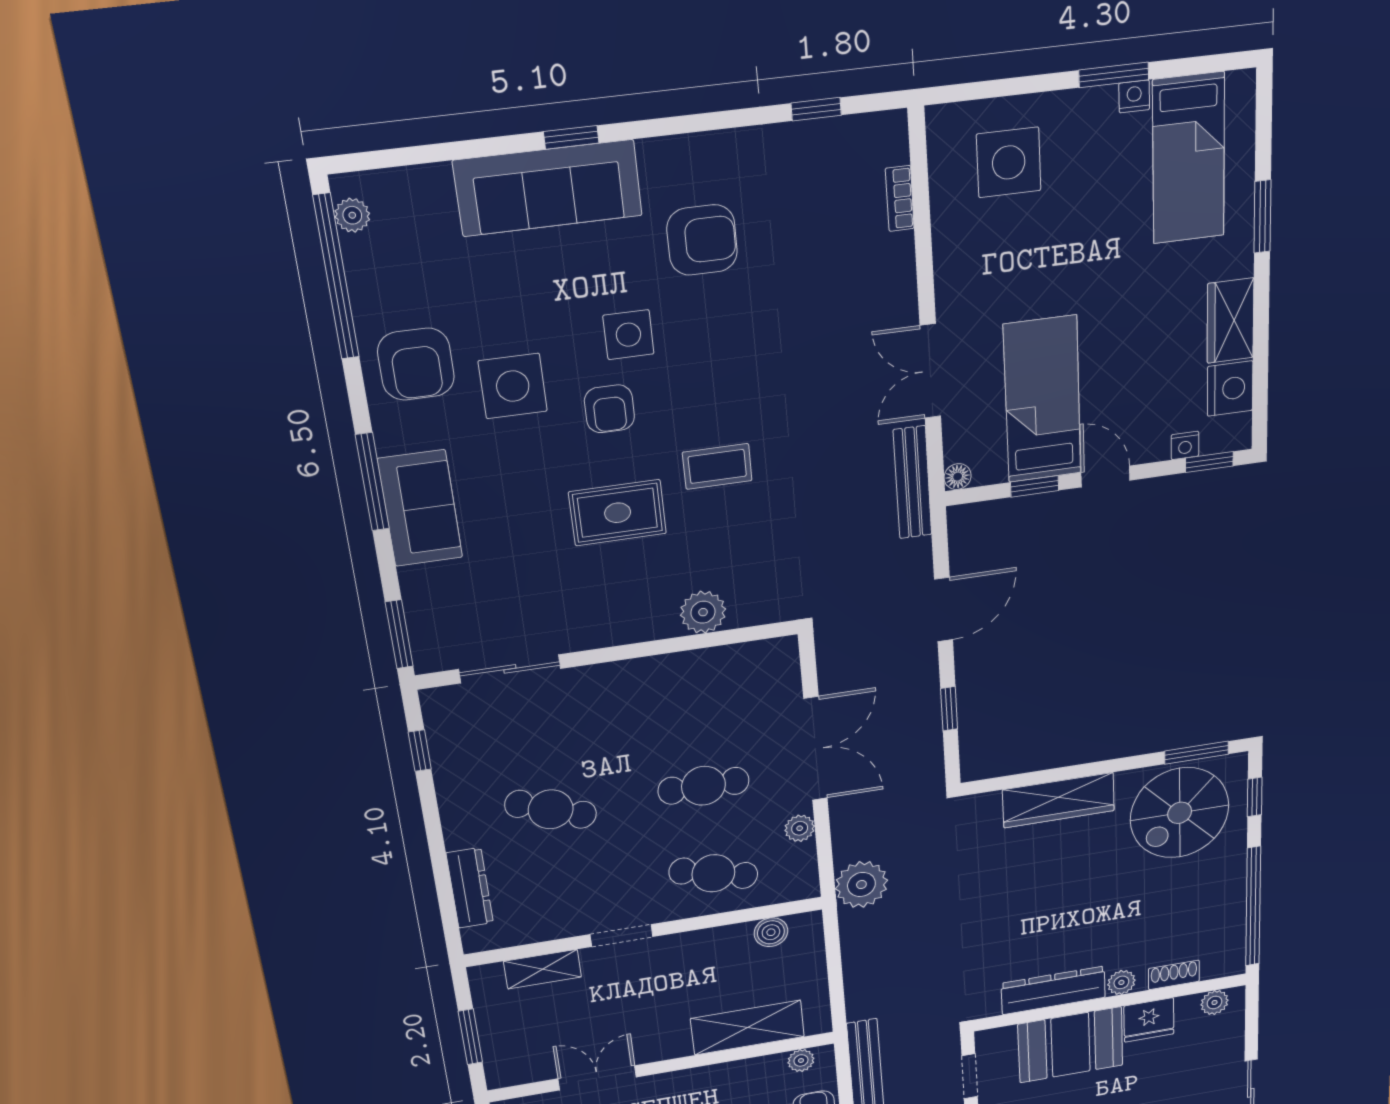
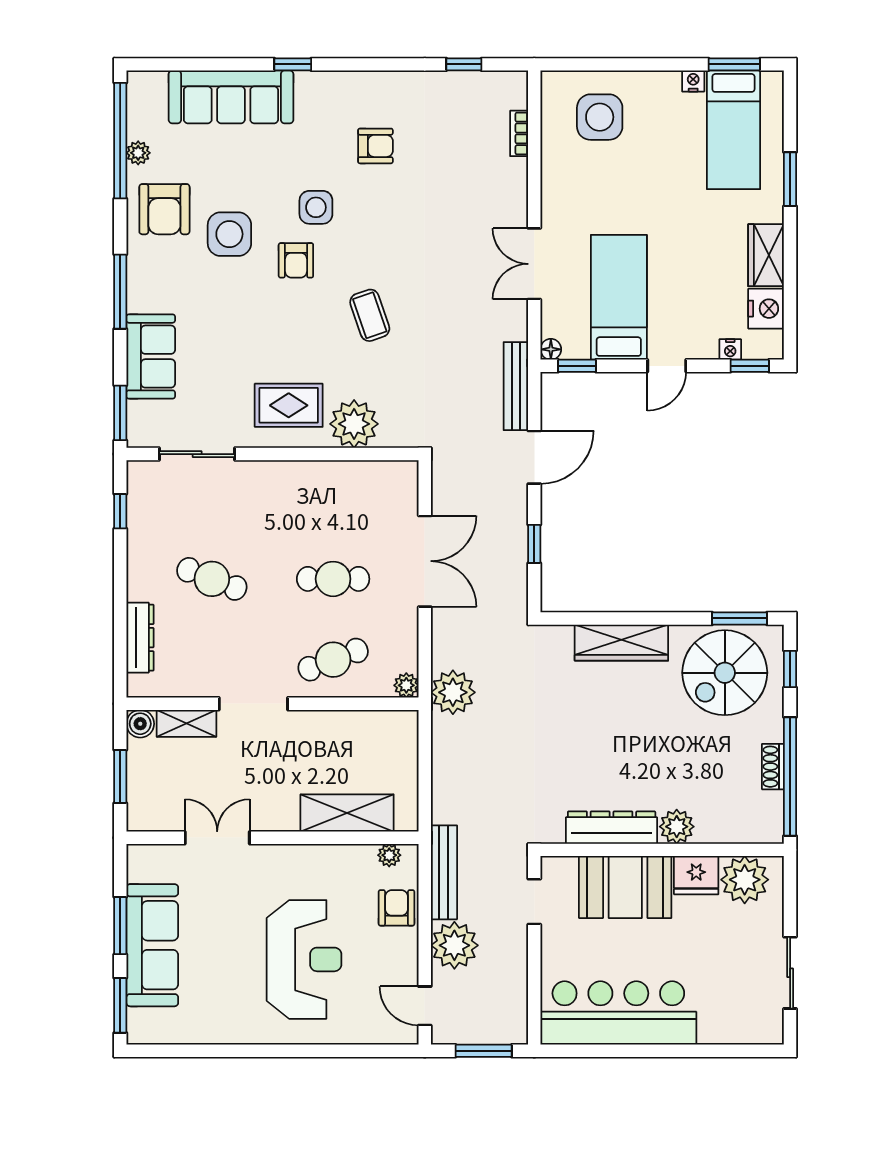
window: (1114, 75) -> (734, 64), moved
sofa: (548, 188) -> (231, 97), moved
plant: (352, 215) -> (138, 153), moved
armchair: (702, 240) -> (375, 146), width x0.72, depth x0.72
coffee table: (717, 466) -> (370, 315), turned 71
door: (1106, 476) -> (667, 366), swing flipped
bench: (913, 482) -> (516, 386), moved
window: (1035, 486) -> (577, 366), moved
sofa: (420, 508) -> (151, 357), moved
rug: (618, 513) -> (289, 405), moved
plant: (703, 612) -> (354, 424), width x1.36, depth x1.36
plant: (800, 828) -> (406, 685), moved
cafe table: (713, 873) -> (333, 660), turned -36
boiler: (771, 932) -> (140, 724), moved
doorway: (622, 935) -> (253, 704), width x1.38
shoe rack: (1174, 975) -> (773, 767), moved, turned -90
plant: (1121, 982) -> (677, 827), width x1.38, depth x1.38
plant: (1215, 1002) -> (745, 880), width x1.87, depth x1.87

